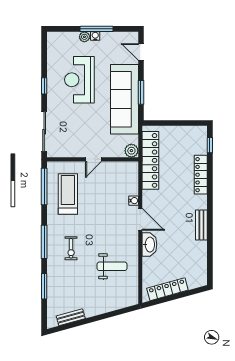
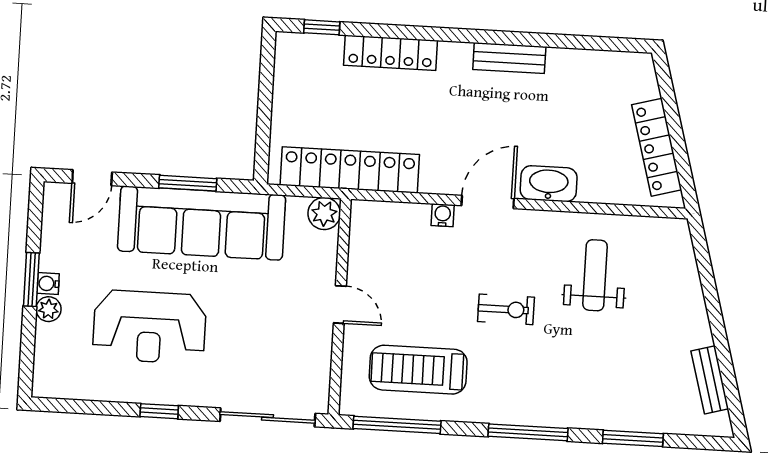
window: (97, 29) -> (31, 279), width x0.69
exercise bike: (71, 248) -> (506, 309), moved

